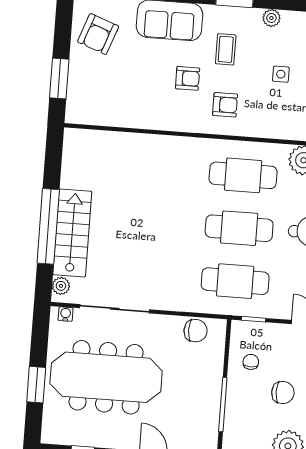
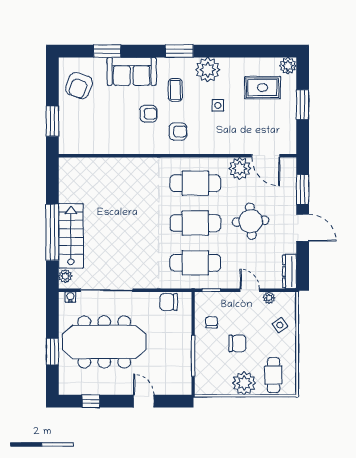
plant: (271, 18) -> (208, 70), width x1.87, depth x1.87
chair: (196, 331) -> (169, 302), turned 180

